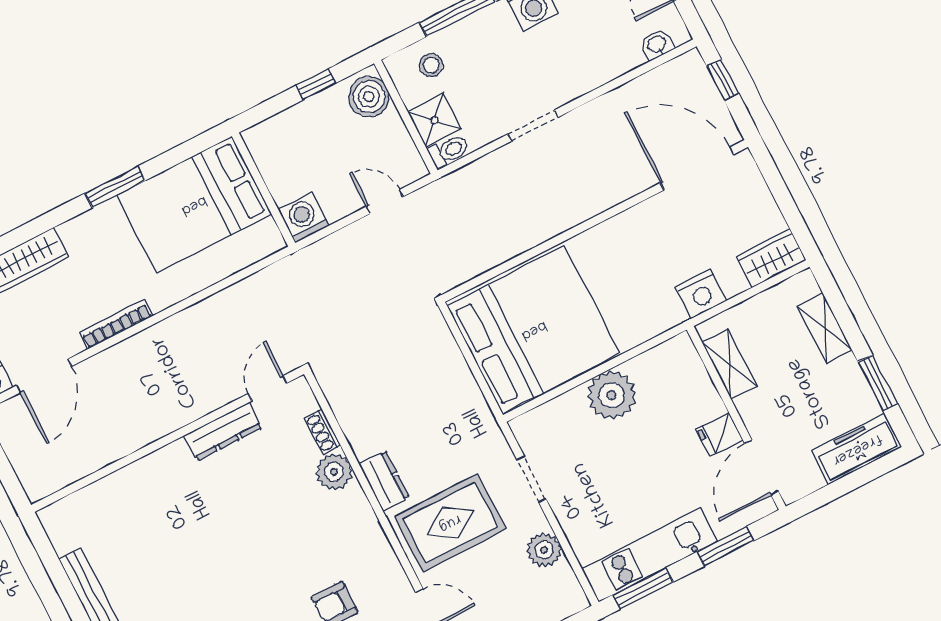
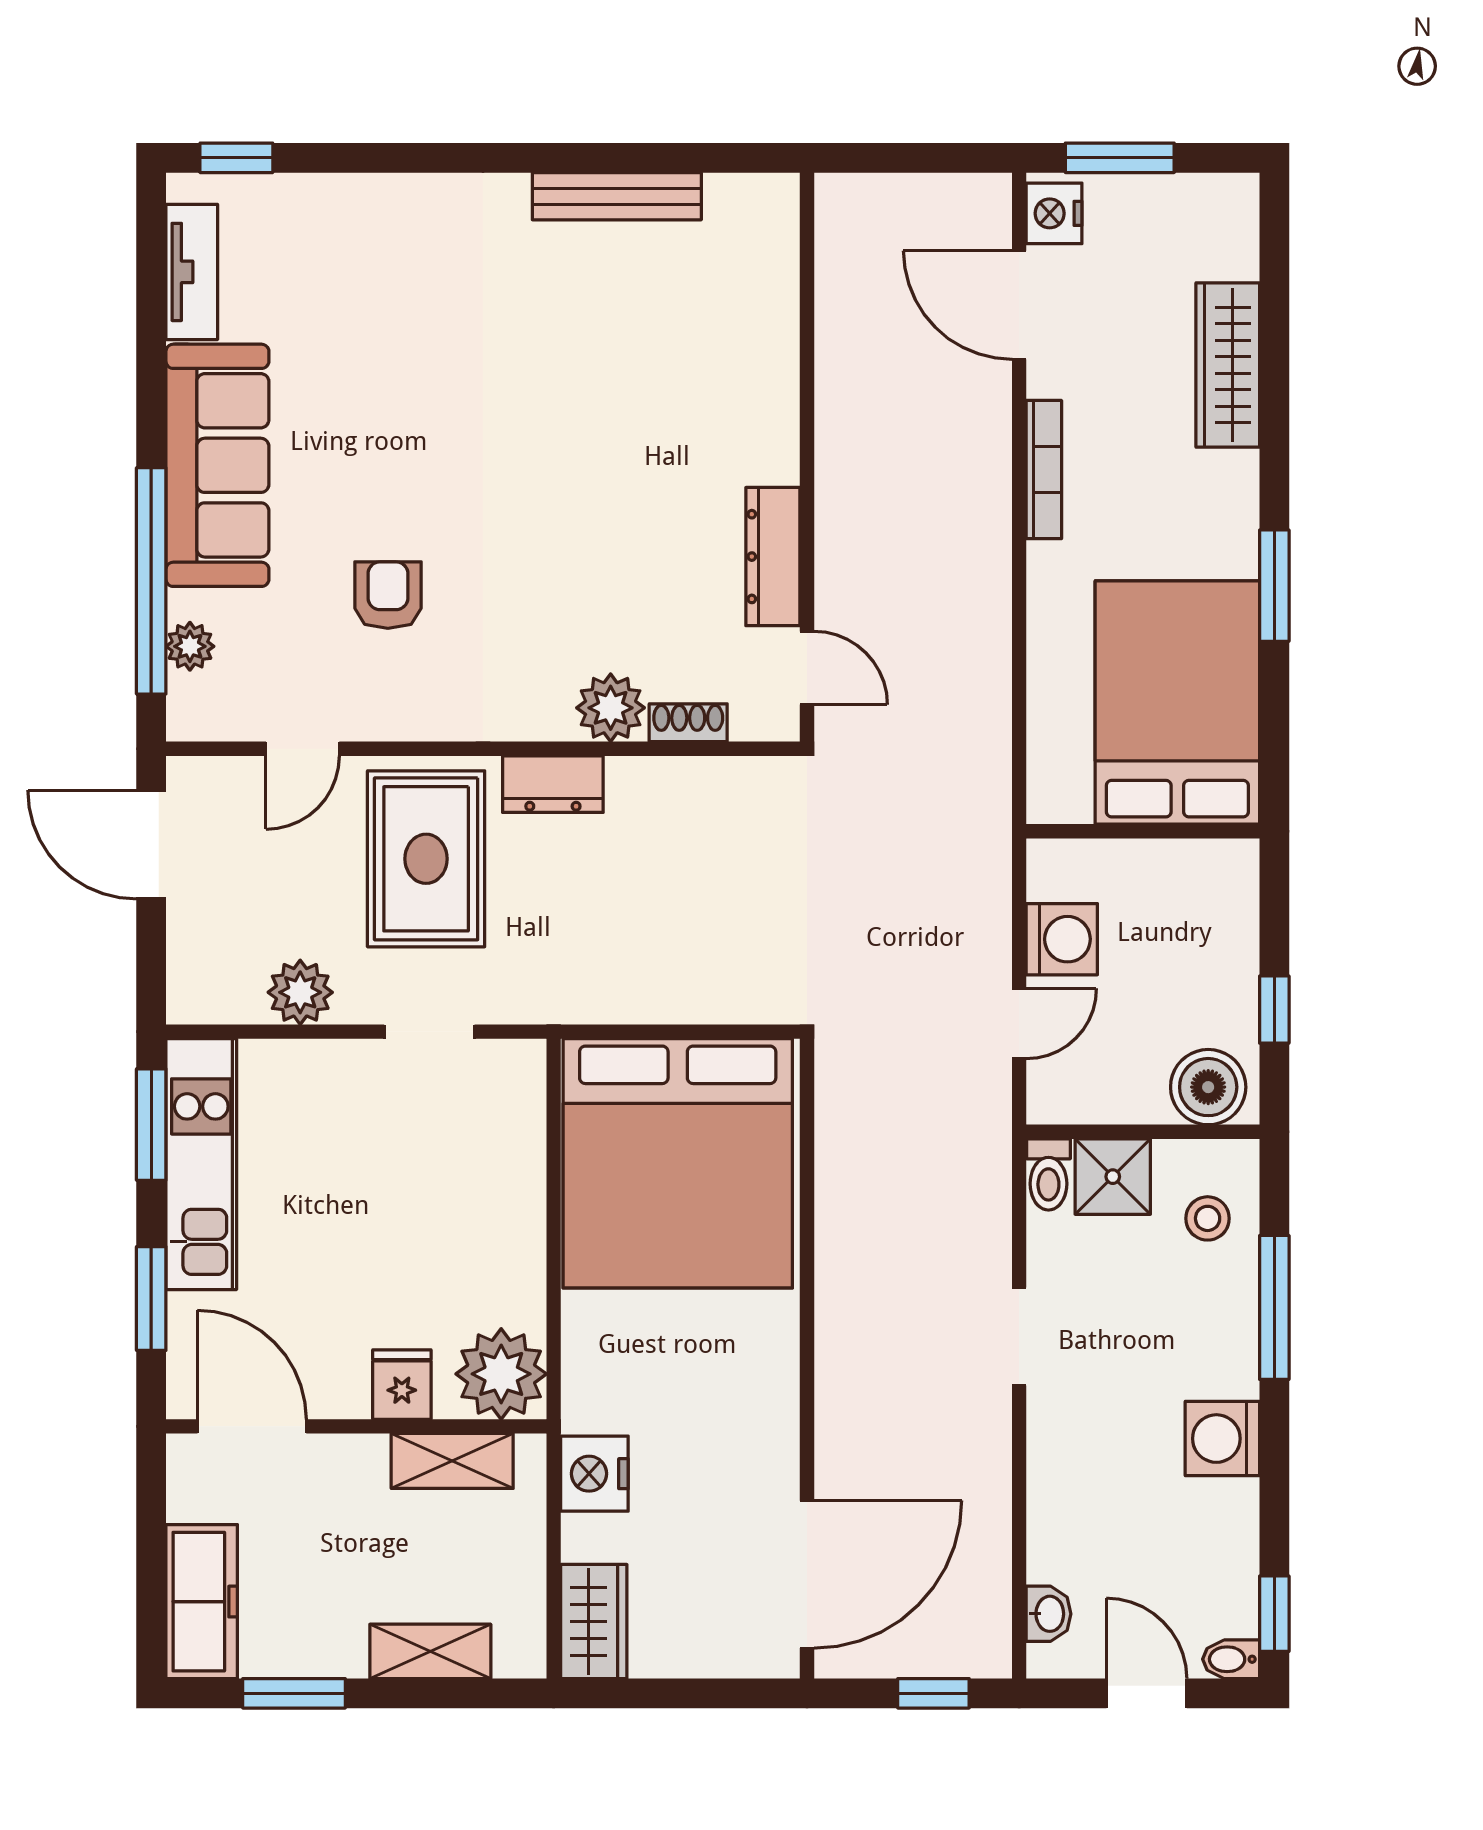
washing machine: (303, 218) -> (1062, 939), moved
plant: (612, 395) -> (501, 1374), moved
fridge: (720, 435) -> (402, 1385), moved

